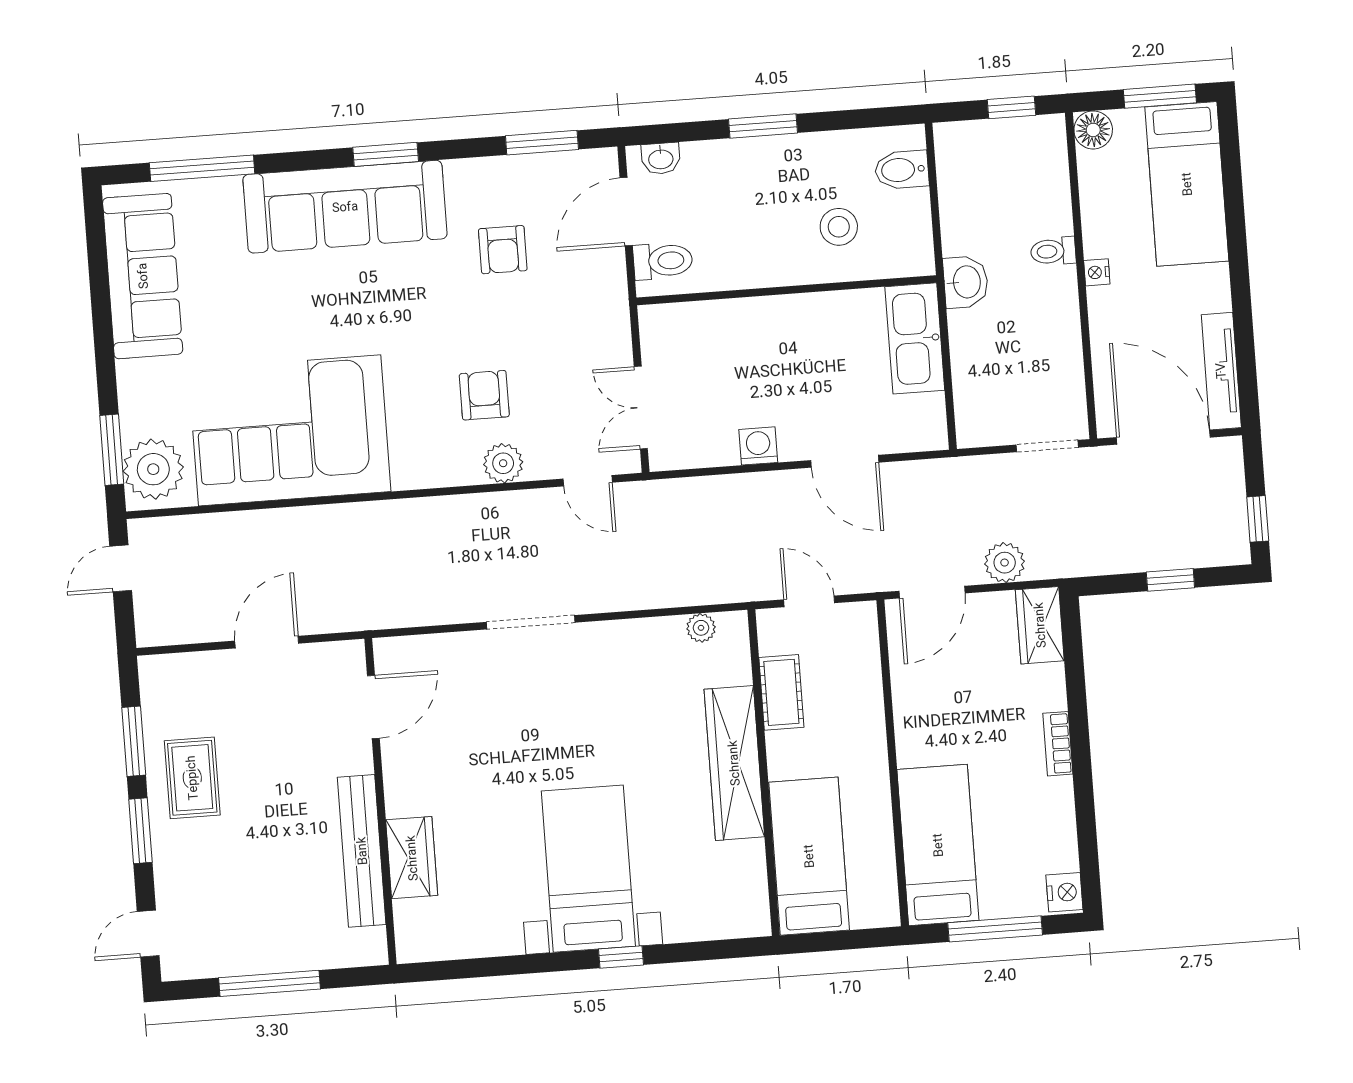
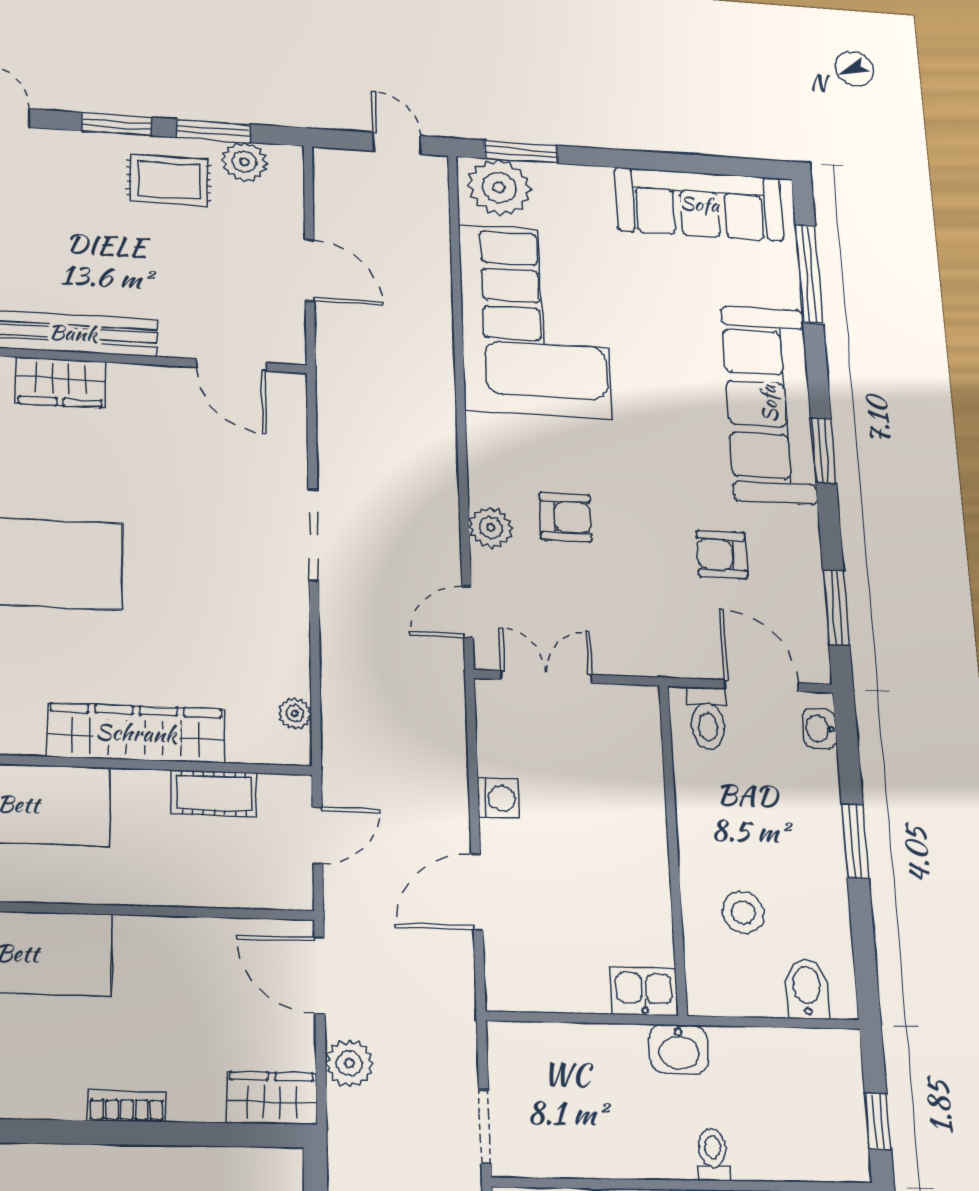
kitchen sink: (915, 338) -> (644, 991), width x0.53, depth x0.81
plant: (162, 710) -> (244, 162), added

